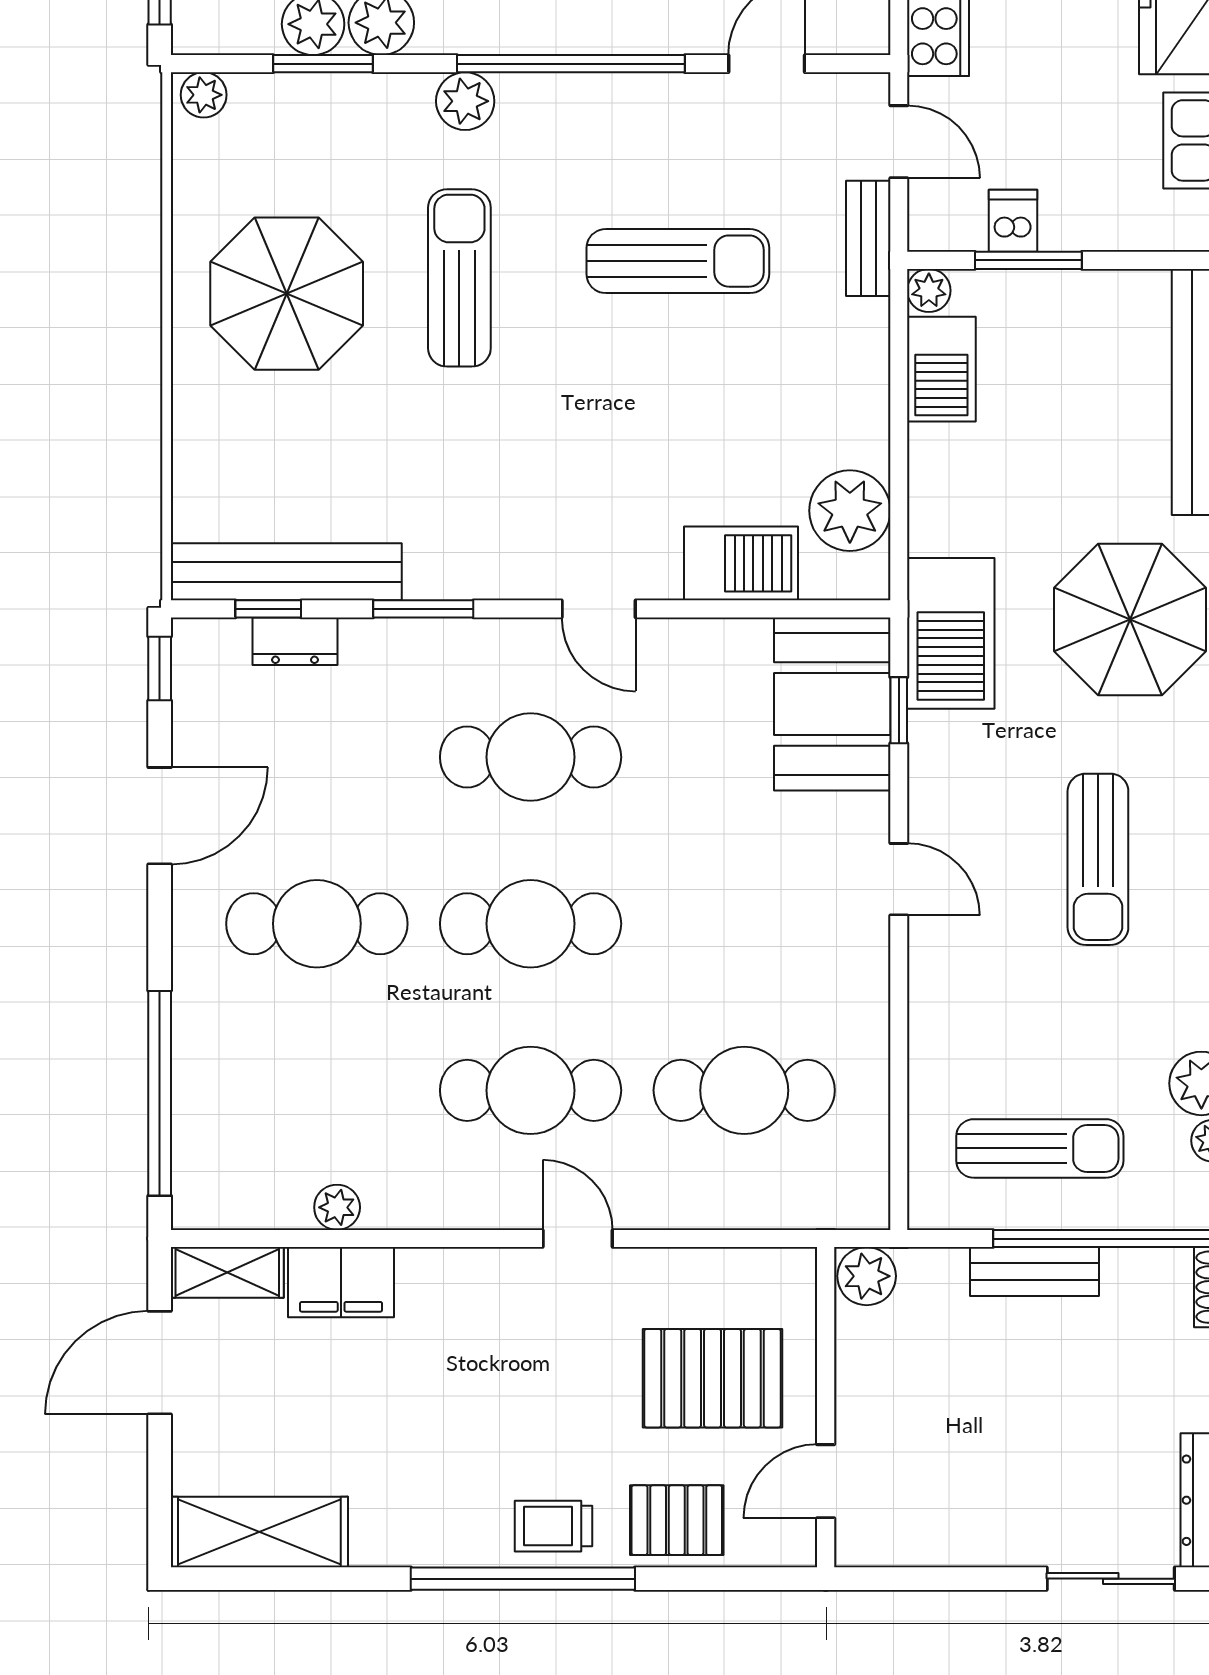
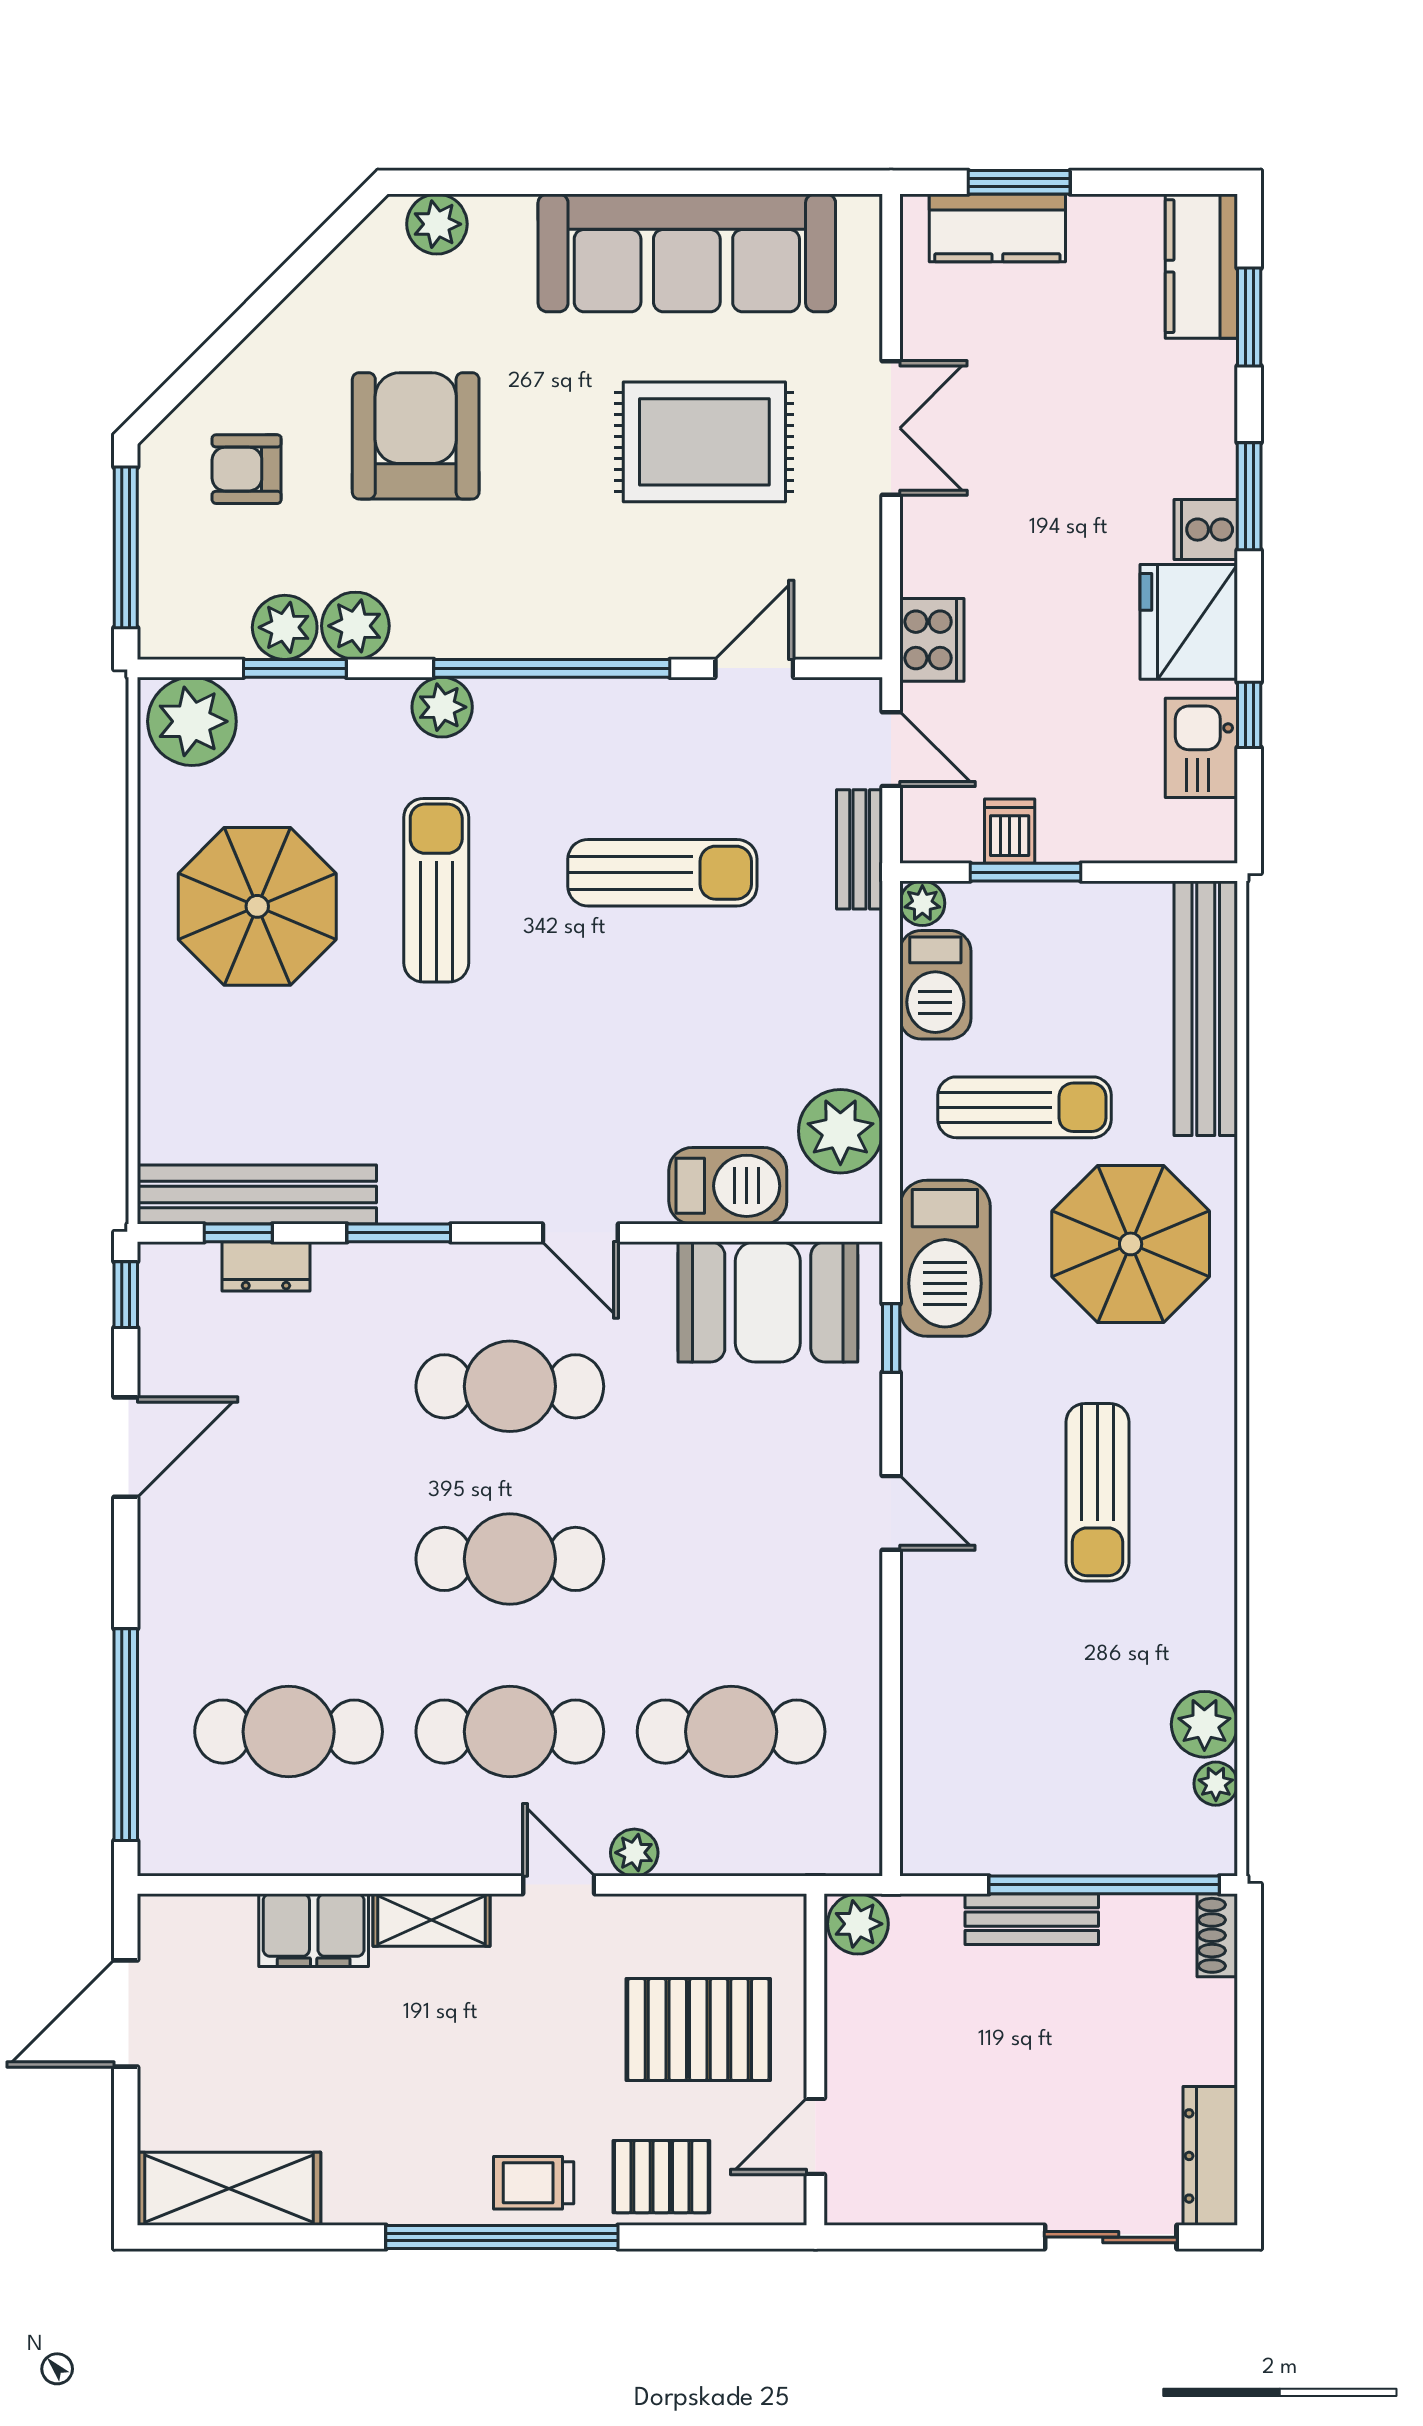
plant: (204, 95) -> (192, 721), width x1.88, depth x1.88
booth: (832, 704) -> (768, 1302), moved, turned 90
cafe table: (317, 924) -> (289, 1732), moved
sun lounger: (1040, 1148) -> (1024, 1107), moved
plant: (337, 1207) -> (634, 1853), moved
shelving: (227, 1272) -> (431, 1920), moved

